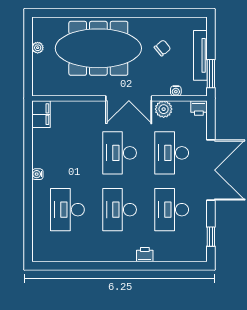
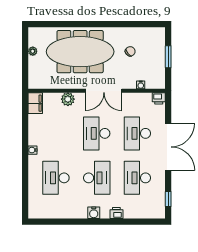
tv unit: (200, 55) -> (160, 57), removed
window: (211, 74) -> (168, 57), moved
plant: (164, 109) -> (68, 99), moved
desk: (120, 210) -> (97, 178), turned 180
water cooler: (116, 254) -> (94, 213), added

